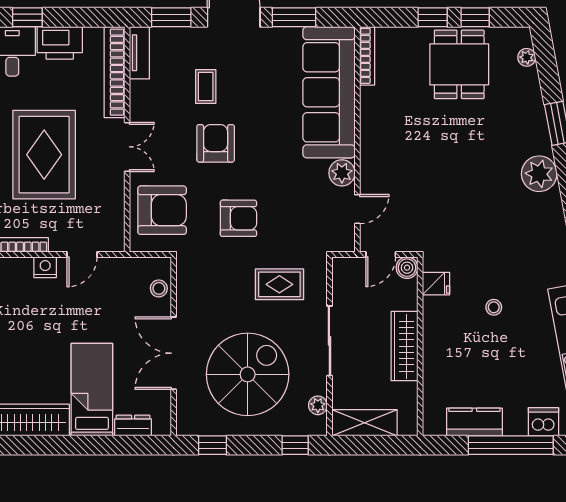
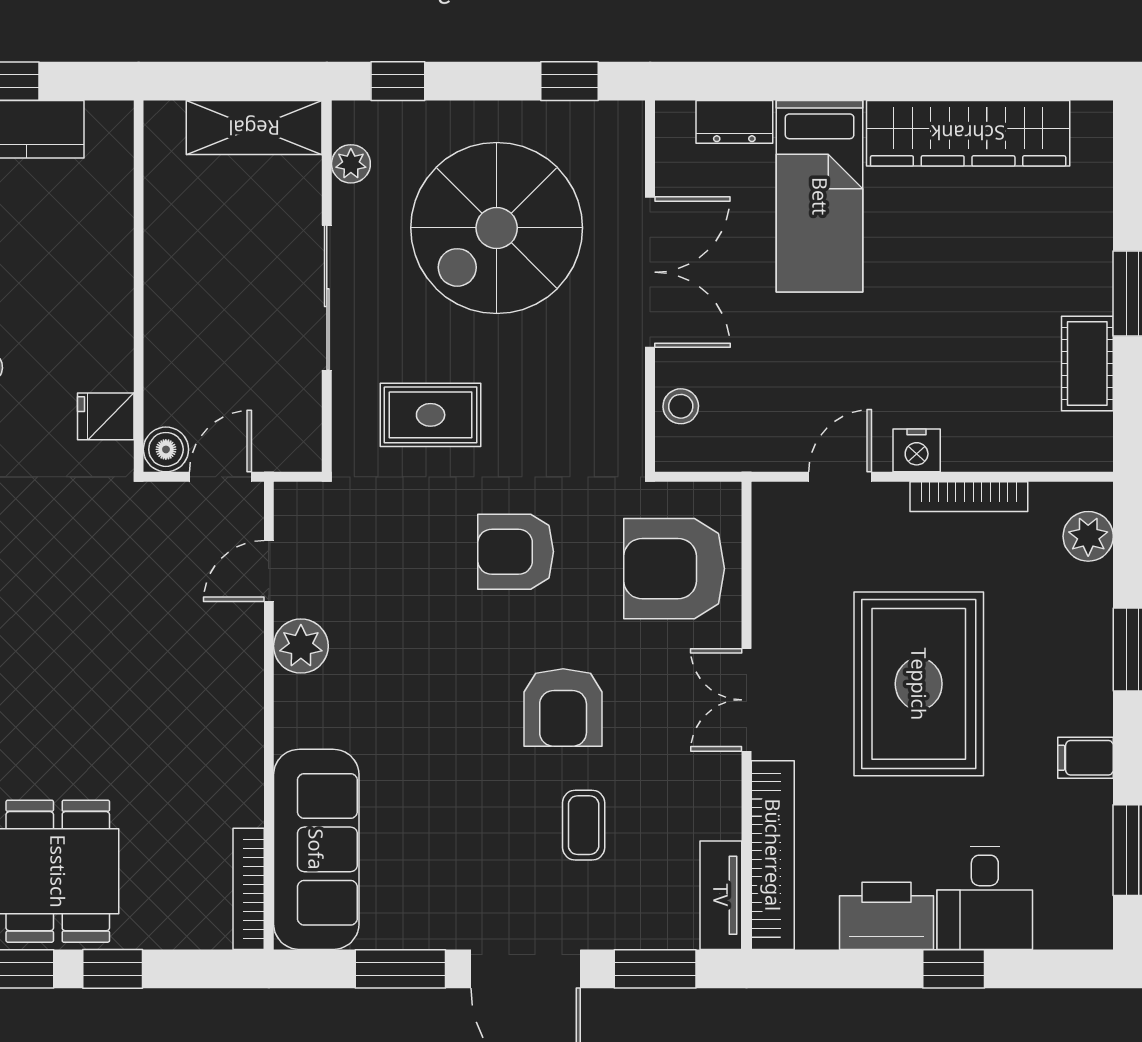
sofa: (329, 92) -> (316, 849), width x0.74, depth x0.79
wardrobe: (404, 346) -> (171, 287), removed

